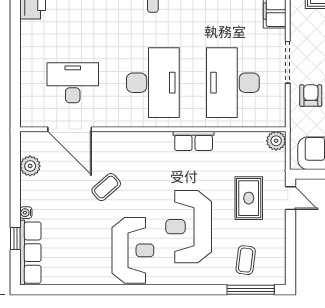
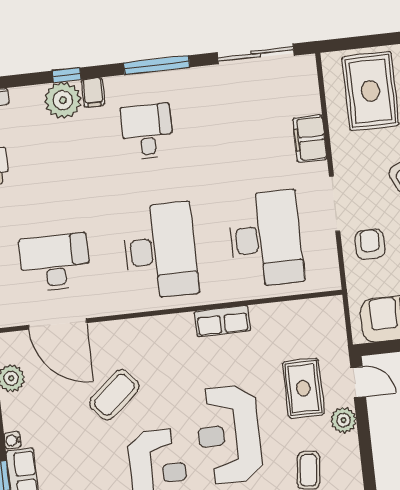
desk: (233, 83) -> (266, 239), turned 180
plant: (276, 141) -> (344, 420), moved
coffee table: (106, 187) -> (114, 395), width x1.36, depth x1.30

